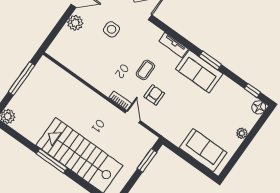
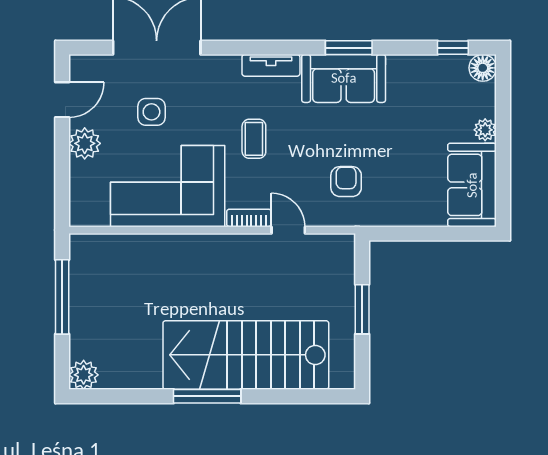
corner sofa: (97, 64) -> (168, 186), added
armchair: (154, 95) -> (346, 182), moved
sofa: (203, 150) -> (472, 185), moved, turned -90
window: (147, 160) -> (362, 309), moved

